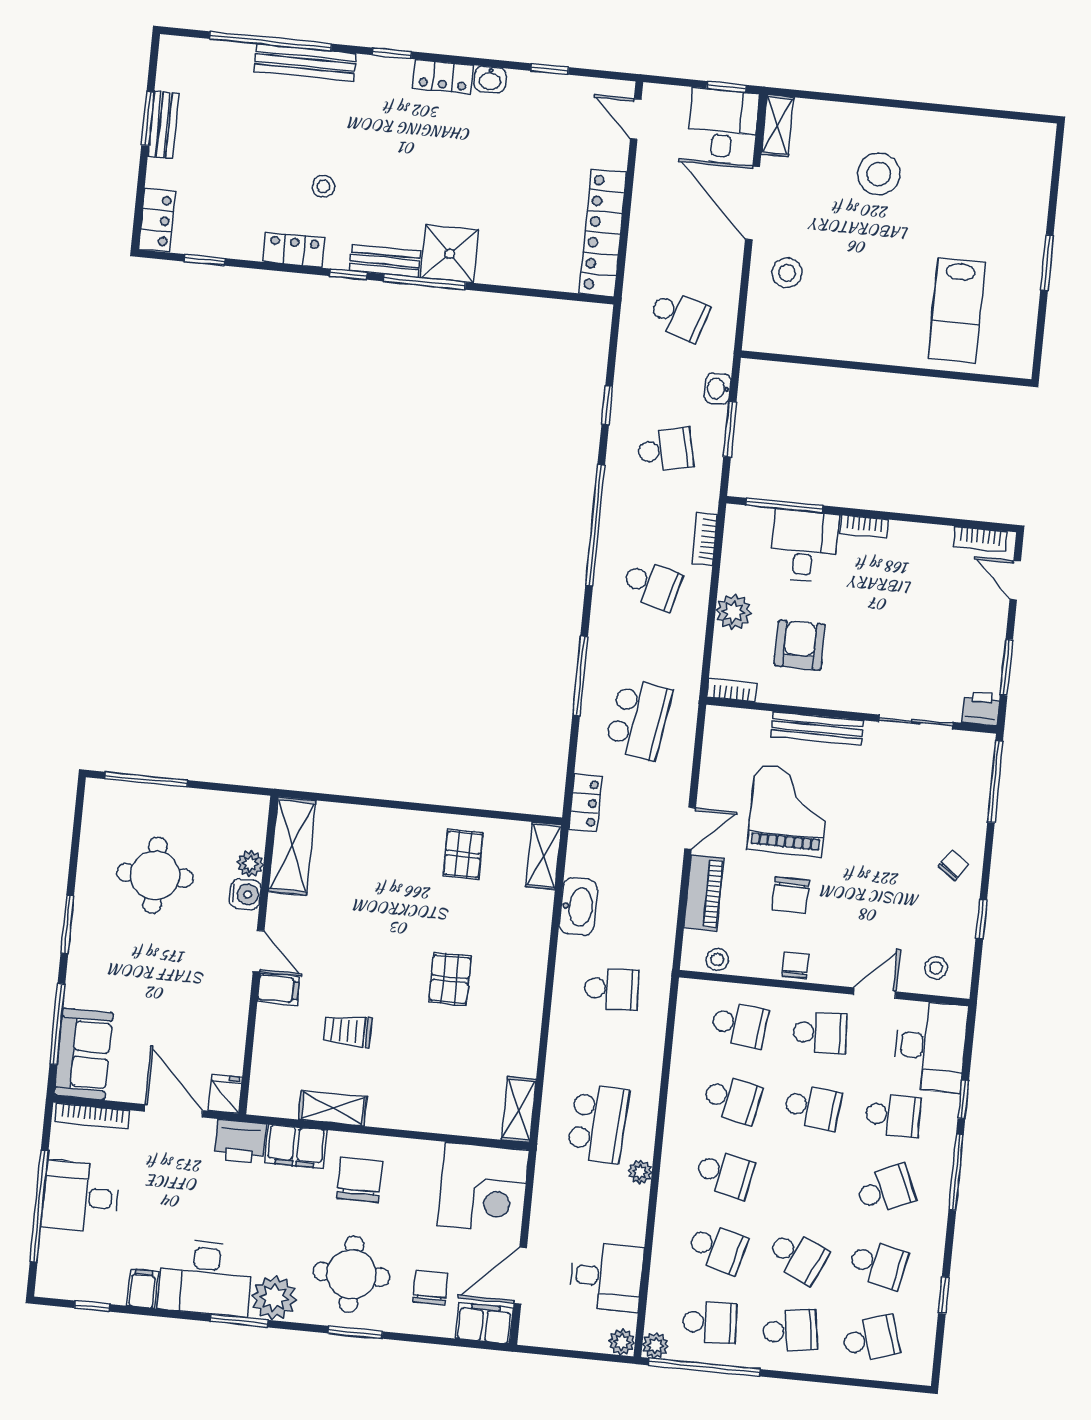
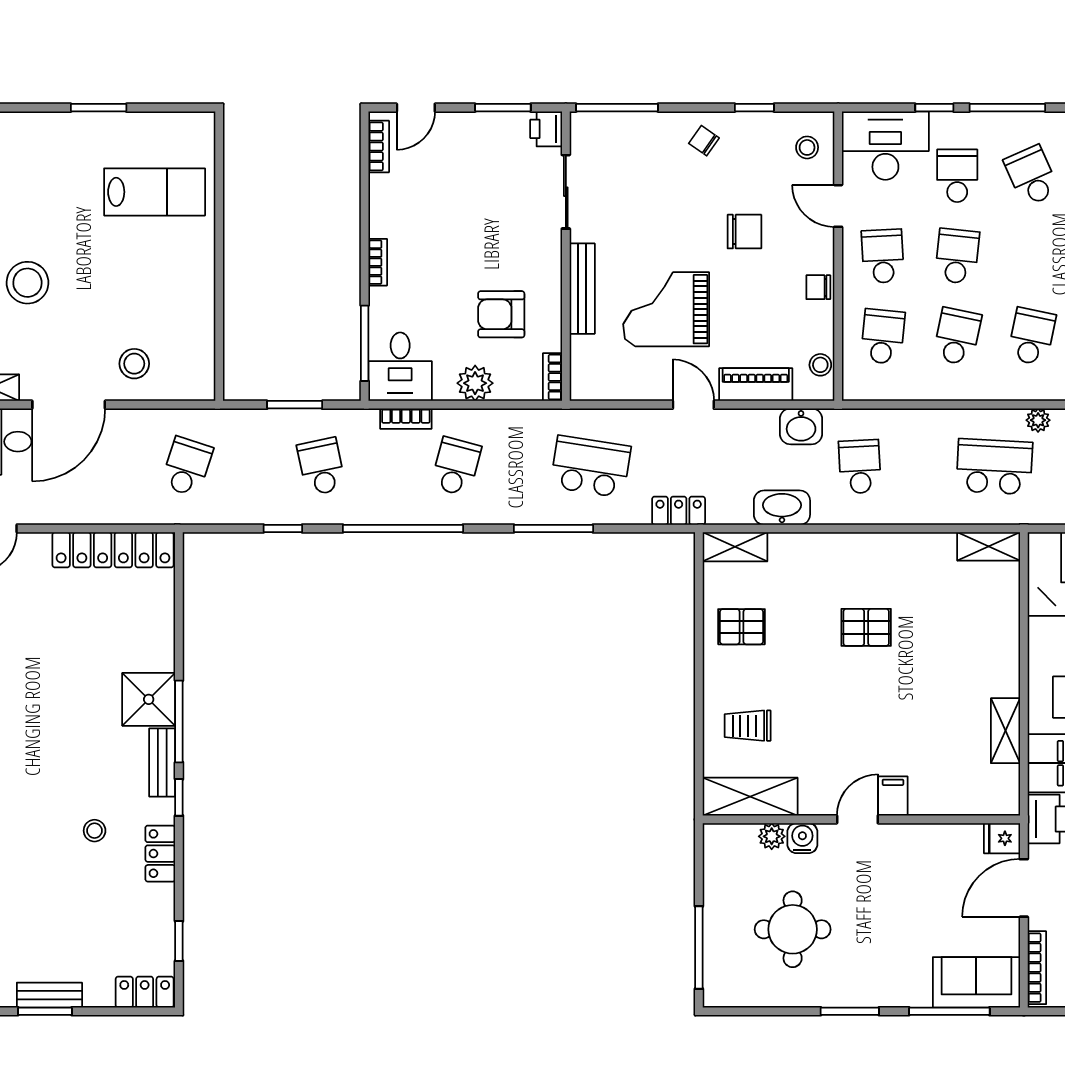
washbasin: (718, 389) -> (801, 426), moved, width x1.38, depth x1.45
desk: (804, 546) -> (400, 367), moved, turned -90
chair: (790, 895) -> (744, 232), moved
trolley: (347, 1031) -> (748, 726), moved, turned 90

